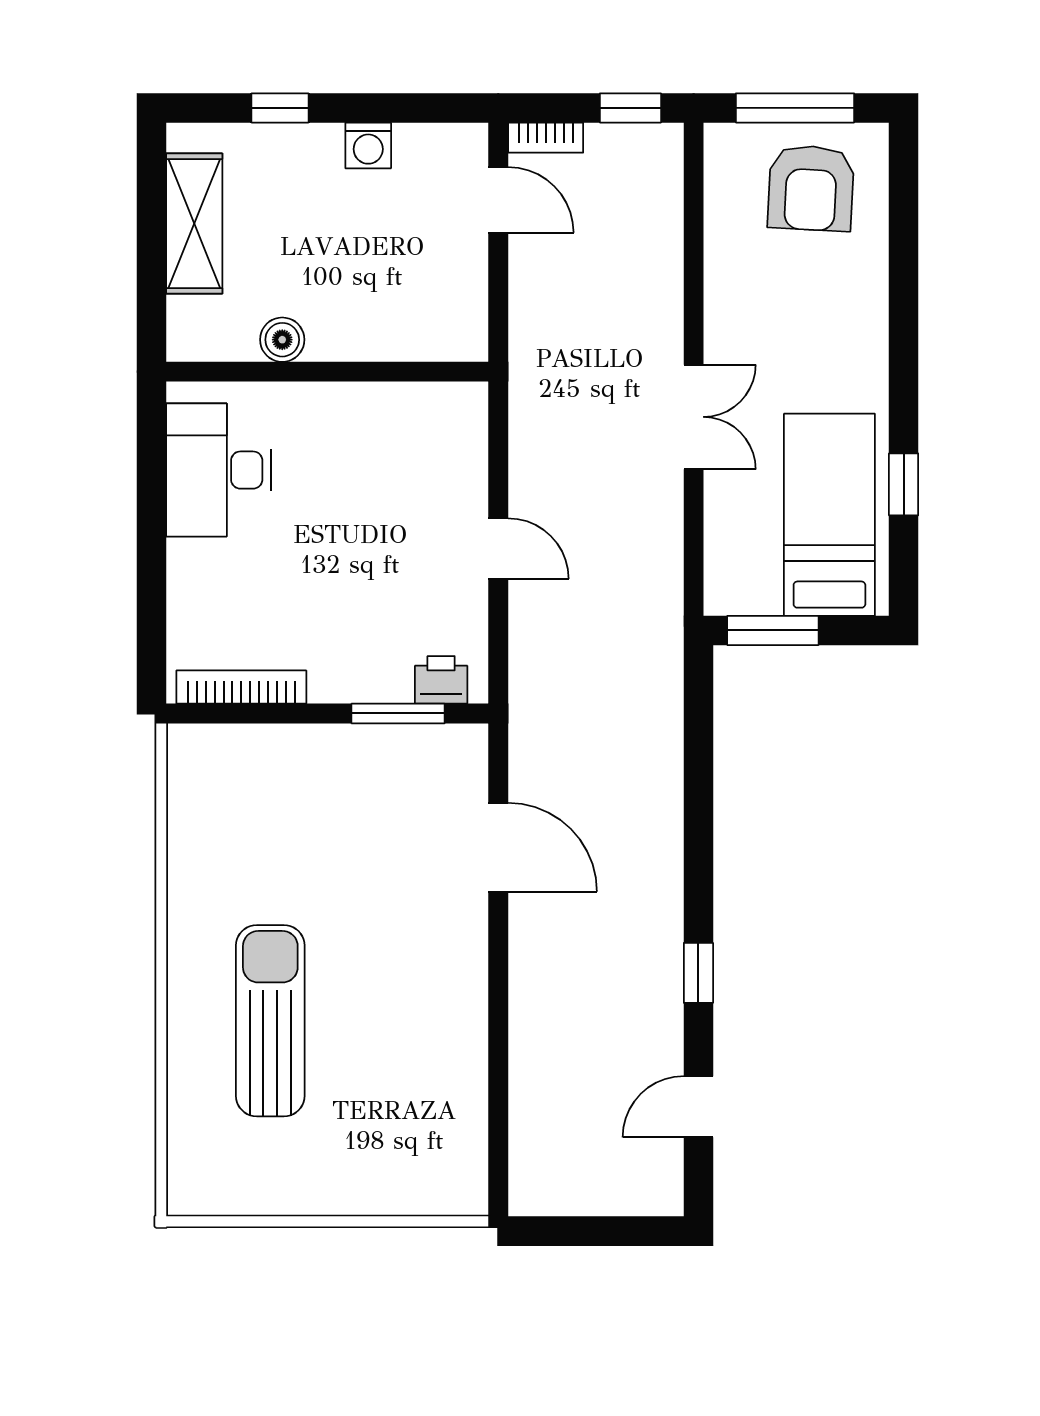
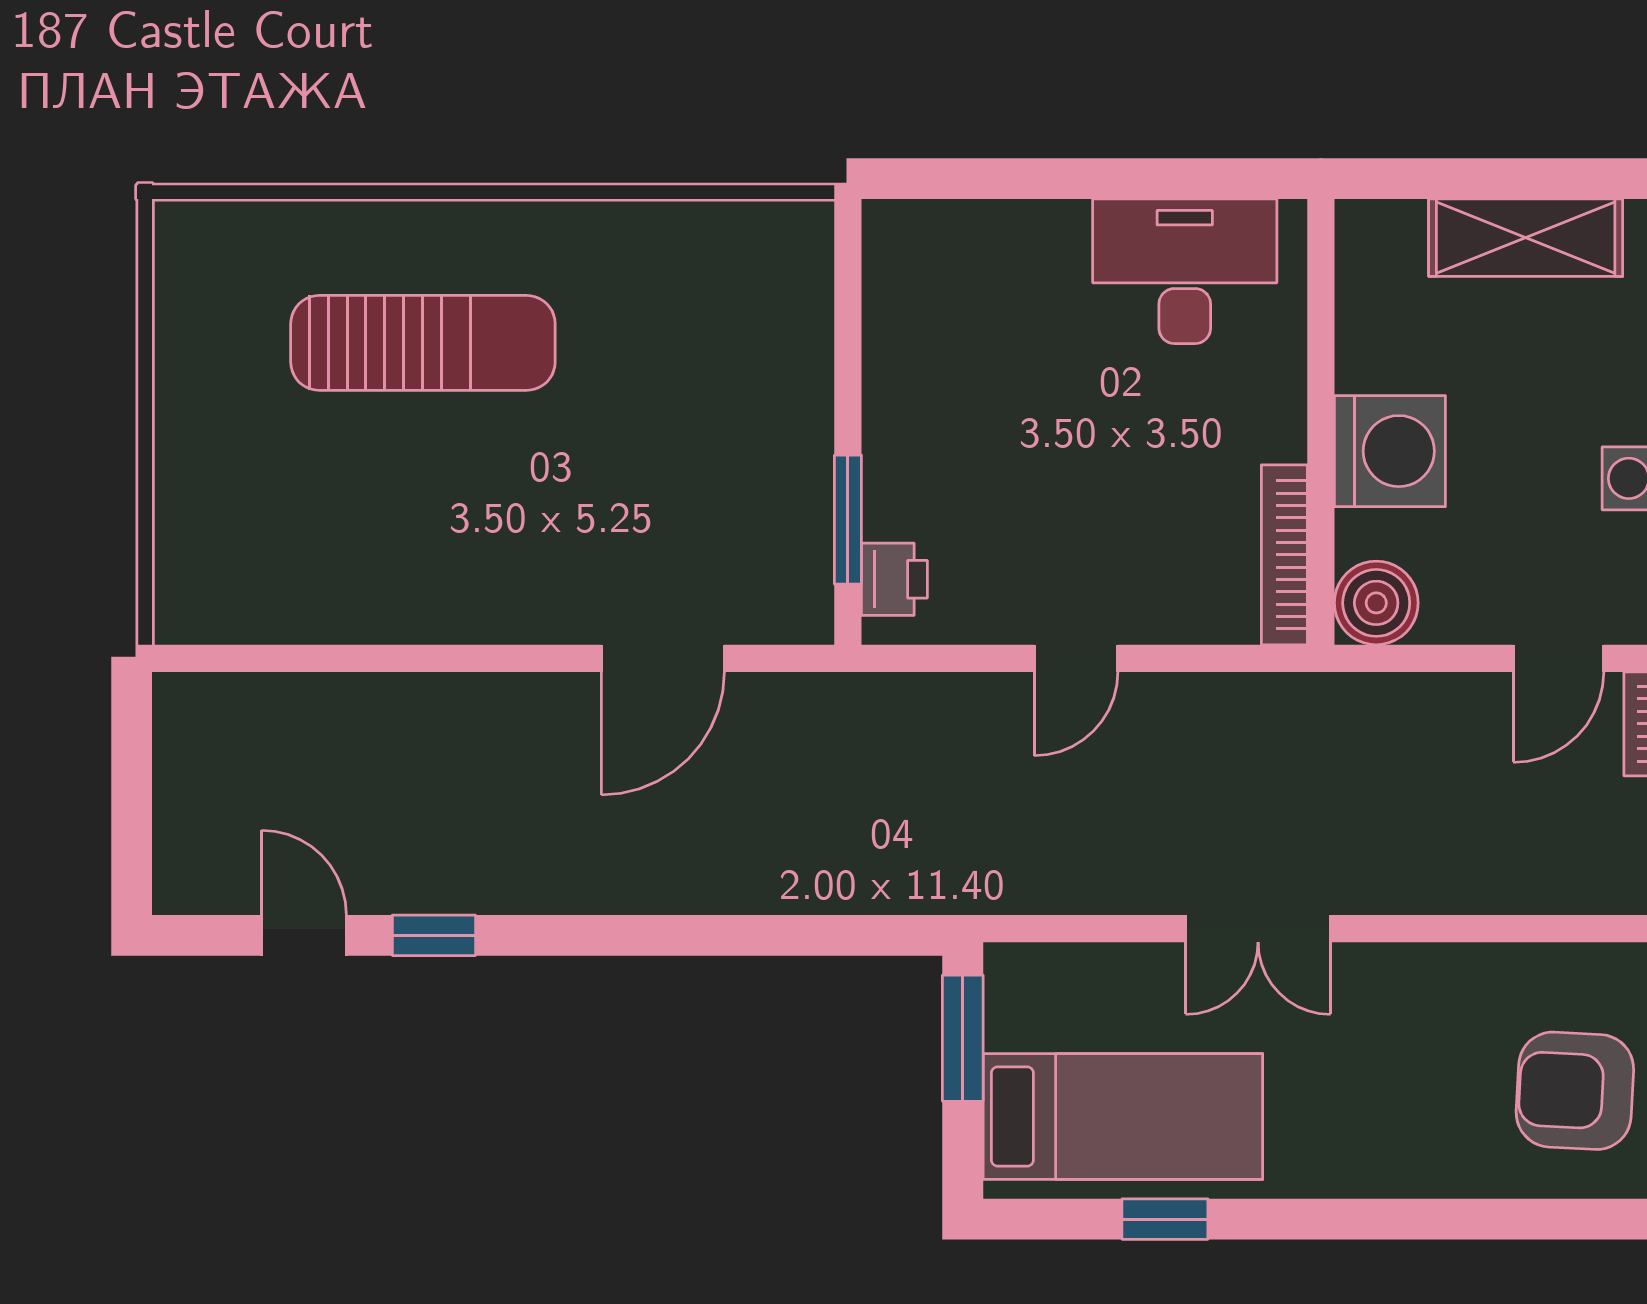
washing machine: (348, 322) -> (1390, 451), added
boiler: (282, 340) -> (1376, 603), moved, width x1.36, depth x1.36
bookcase: (241, 687) -> (1284, 555), moved, turned 180
window: (698, 973) -> (434, 935), moved

